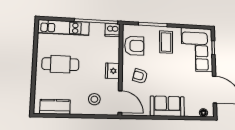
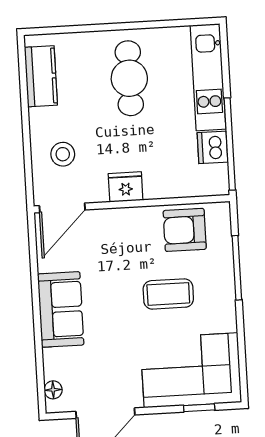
dishwasher: (113, 30) -> (212, 147), moved
coffee table: (166, 42) -> (168, 294), moved
armchair: (134, 46) -> (185, 230), turned 90
armchair: (140, 76) -> (120, 247), removed

